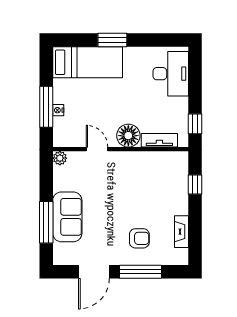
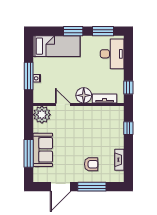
window: (157, 40) -> (103, 31), added
plant: (60, 158) -> (42, 115), width x1.87, depth x1.87

